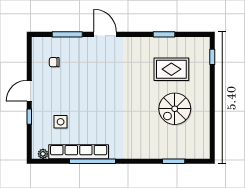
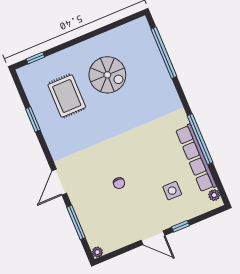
plant: (36, 42) -> (97, 252), added
chair: (54, 62) -> (119, 183), moved
window: (174, 161) -> (164, 53), width x2.11

